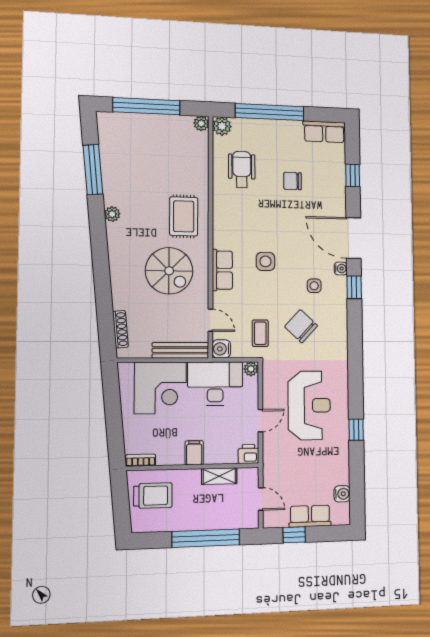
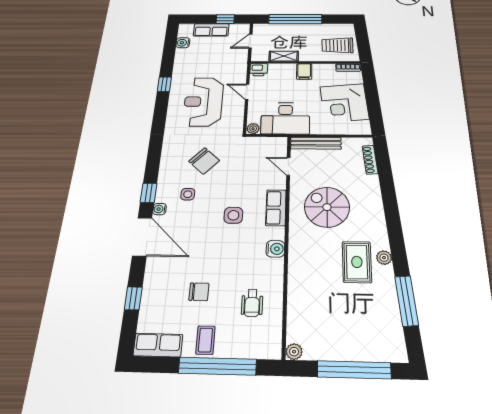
plant: (222, 126) -> (271, 349), removed
wheelchair: (242, 169) -> (252, 303), width x0.73, depth x0.73
rug: (184, 216) -> (357, 262), moved
coffee table: (260, 333) -> (205, 340), moved
water cooler: (221, 349) -> (275, 249), moved
corner desk: (160, 388) -> (344, 103), moved, turned -95
door: (260, 421) -> (247, 92), hinge flipped
door: (261, 499) -> (250, 41), hinge flipped

